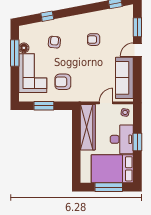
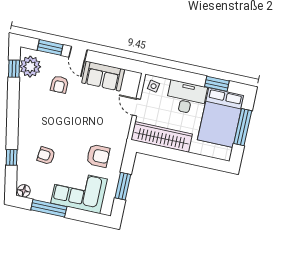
plant: (119, 15) -> (30, 67), added
armchair: (94, 40) -> (59, 84), moved
floor lamp: (24, 48) -> (24, 191), moved
sofa: (124, 78) -> (103, 76), width x0.73
armchair: (63, 82) -> (98, 156), turned -90
window: (137, 142) -> (217, 84), moved

